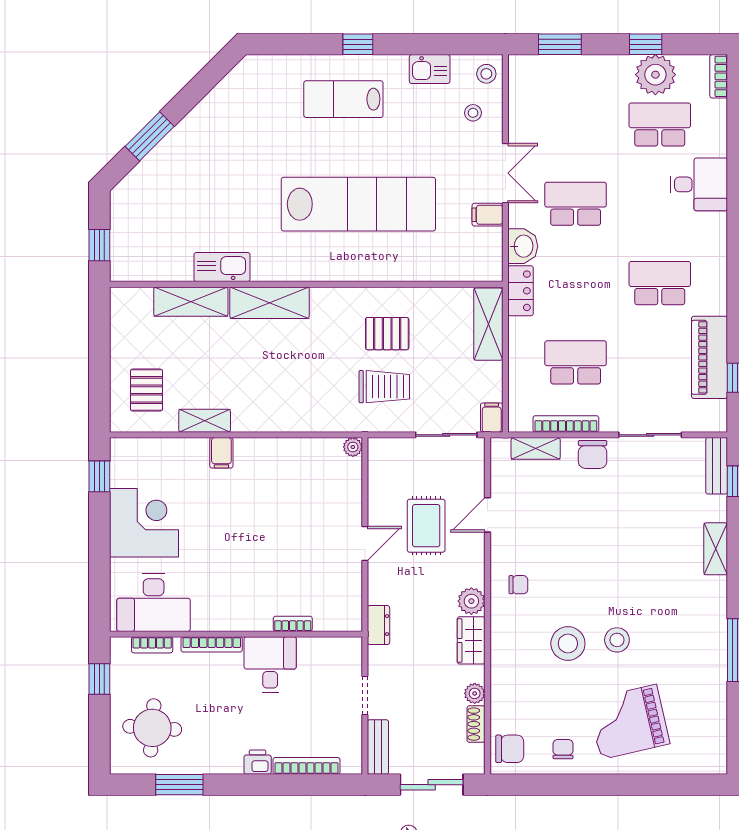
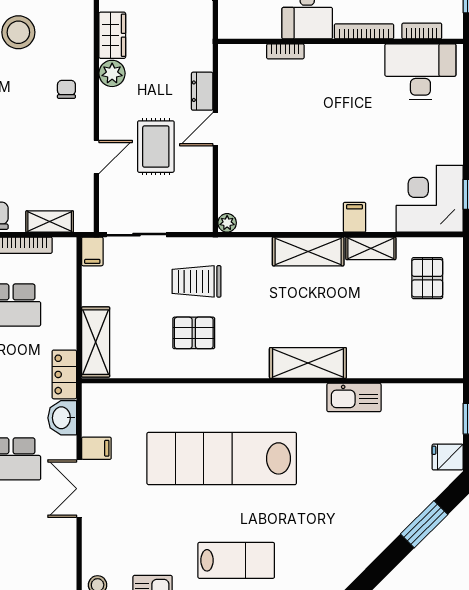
stool: (473, 113) -> (110, 547), removed
fridge: (126, 206) -> (448, 457), added
shelving: (191, 302) -> (308, 251), moved
corner desk: (144, 523) -> (430, 199), moved, turned 90
chair: (518, 585) -> (66, 89), turned 90
dresser: (378, 625) -> (202, 91), moved

